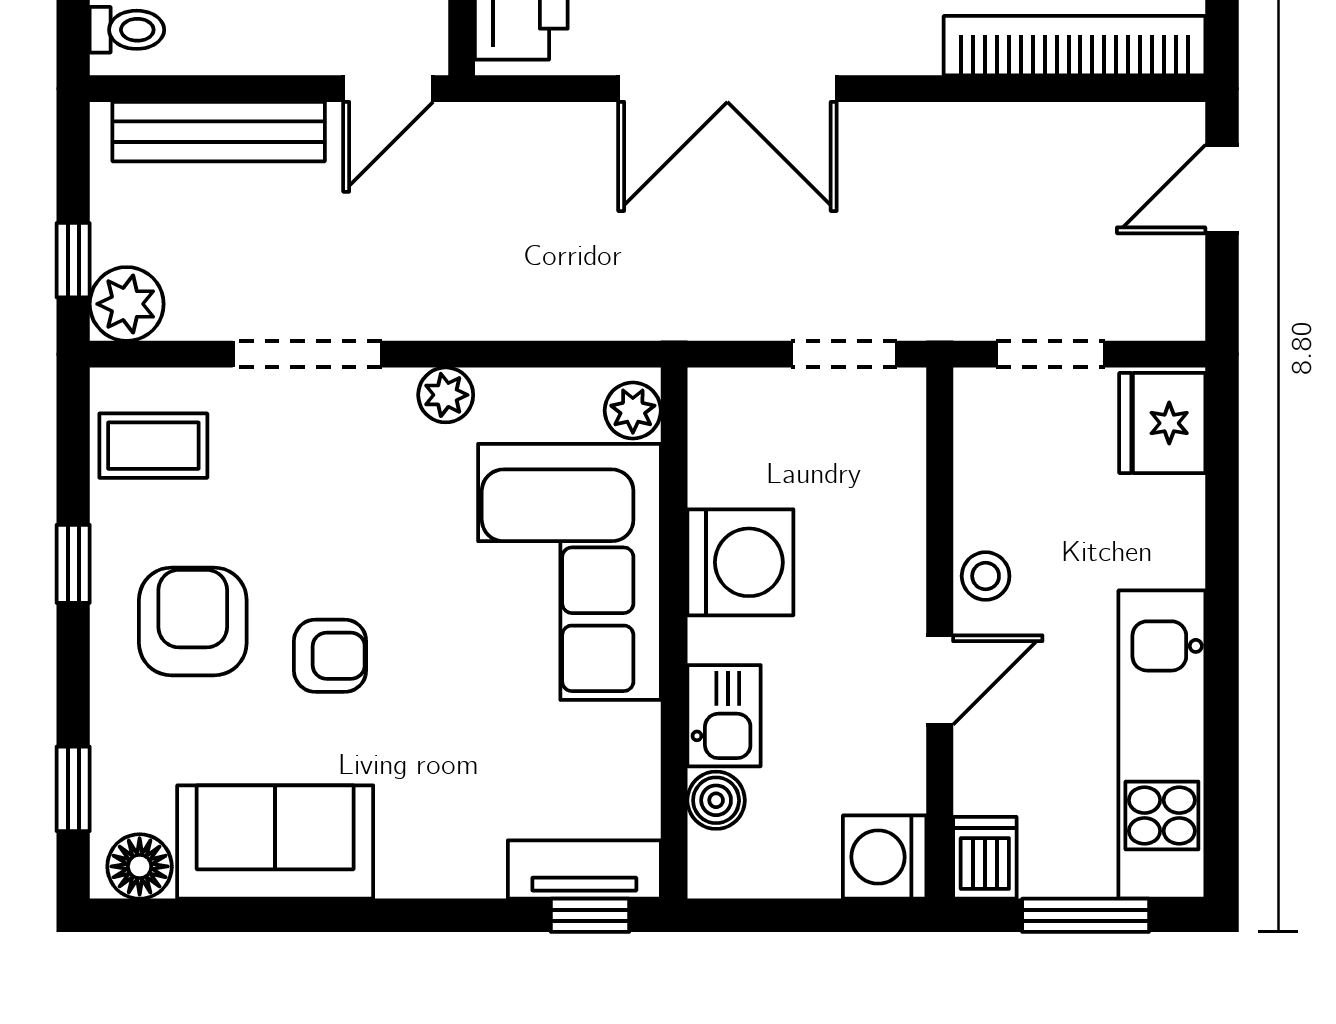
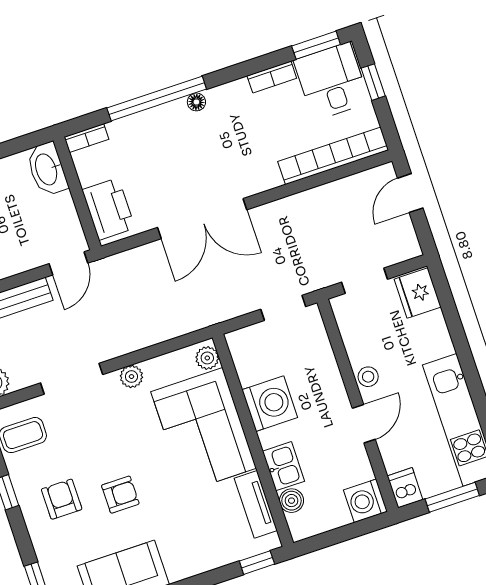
armchair: (193, 621) -> (62, 499), width x0.72, depth x0.72
tv unit: (584, 870) -> (256, 504), moved, turned -90

